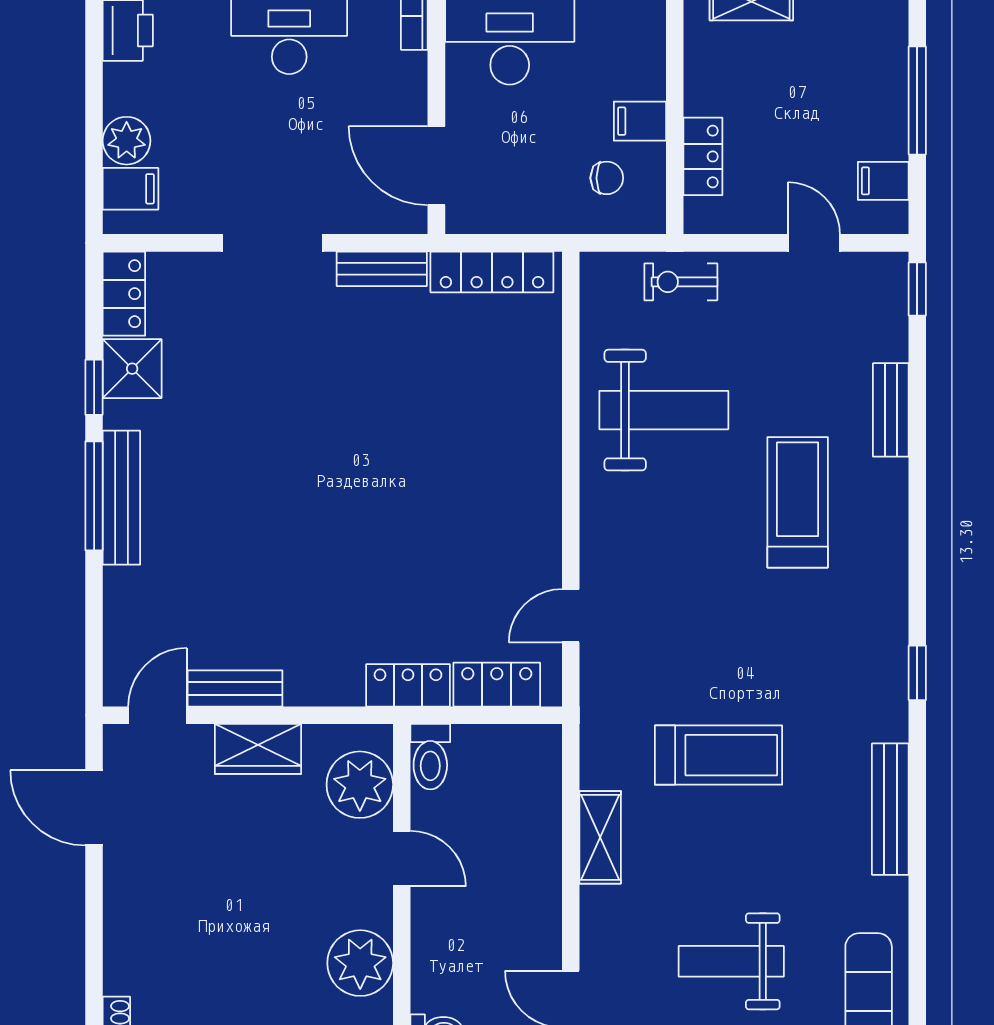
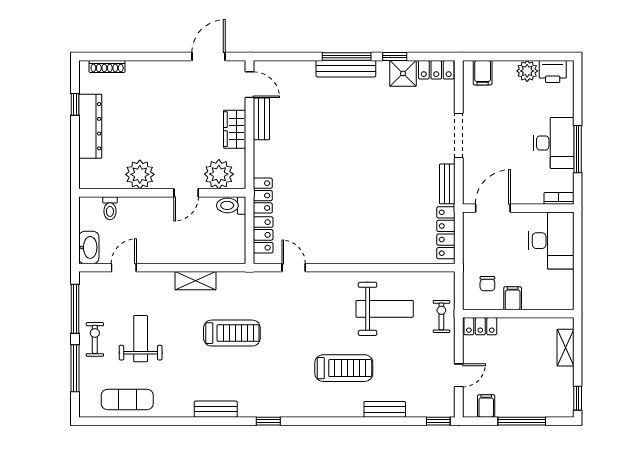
plant: (127, 141) -> (527, 71), moved
locker: (703, 156) -> (480, 326), moved
weight bench: (664, 410) -> (385, 309), turned -90
treadmill: (719, 755) -> (232, 333), turned -90
bench: (890, 809) -> (216, 409), width x0.73

